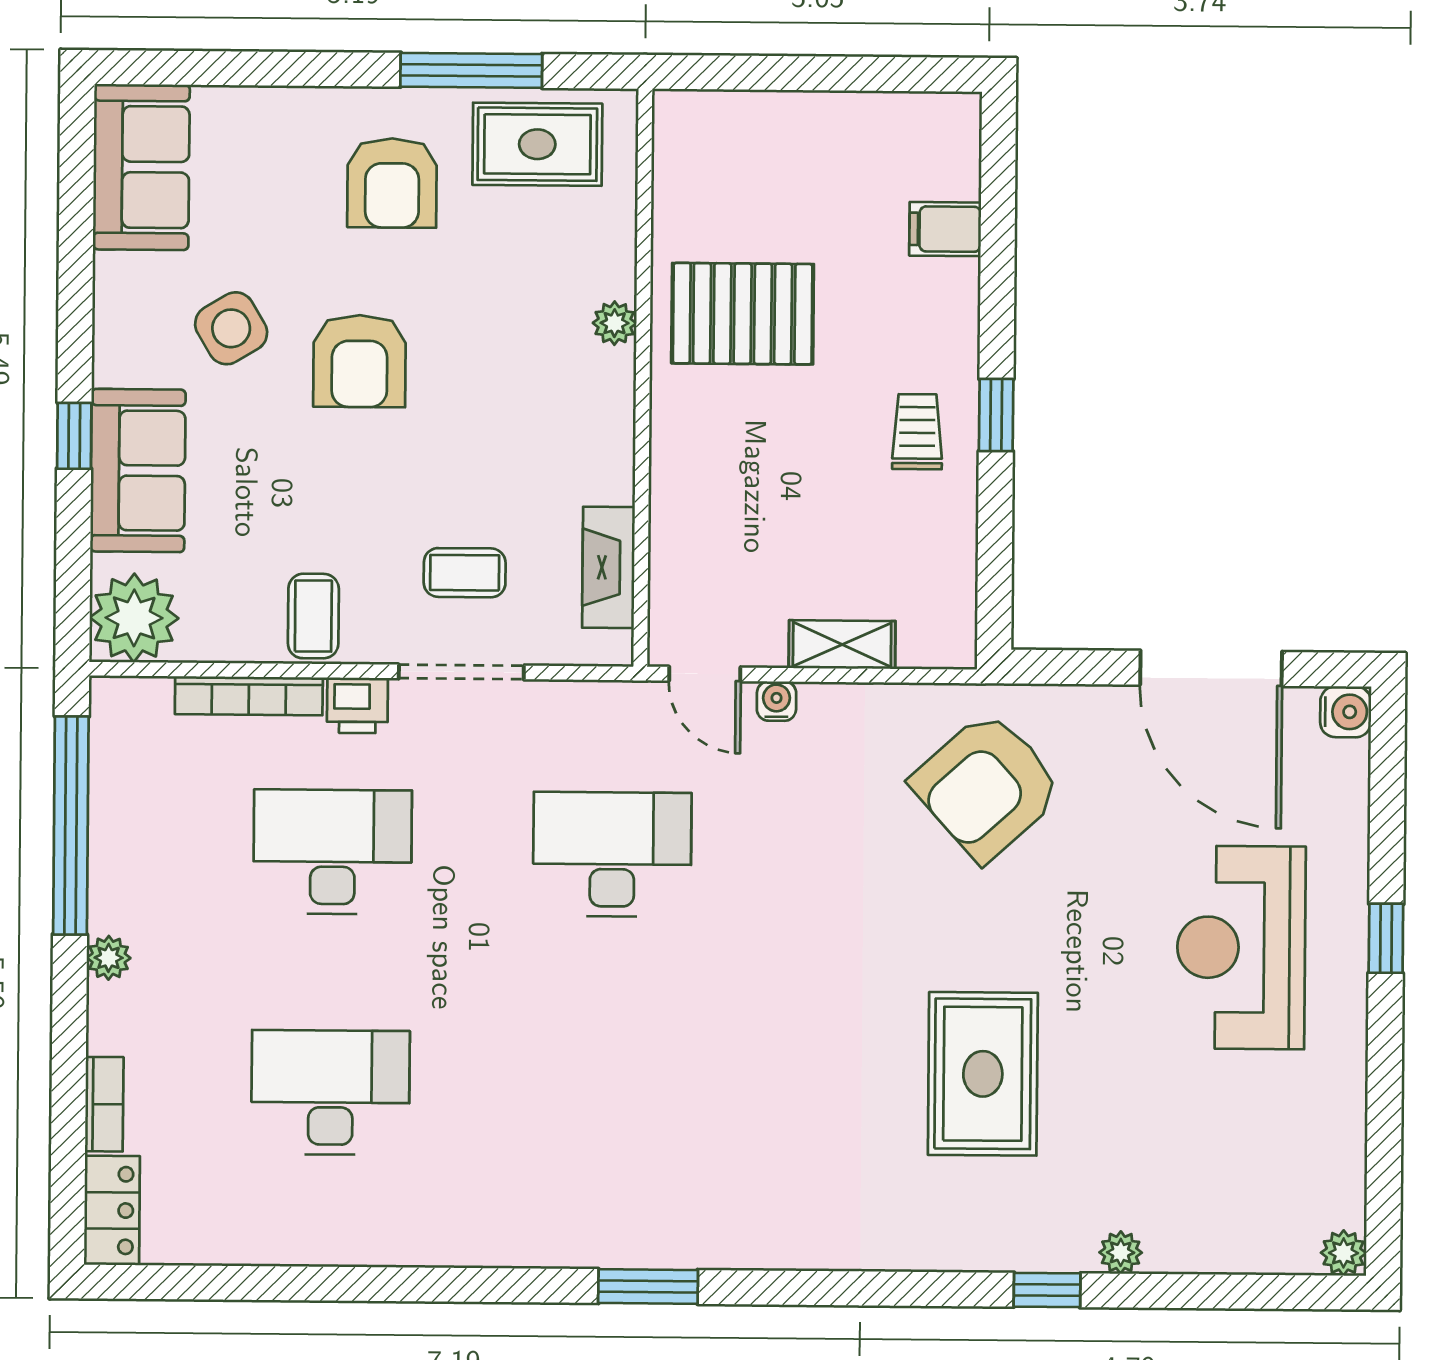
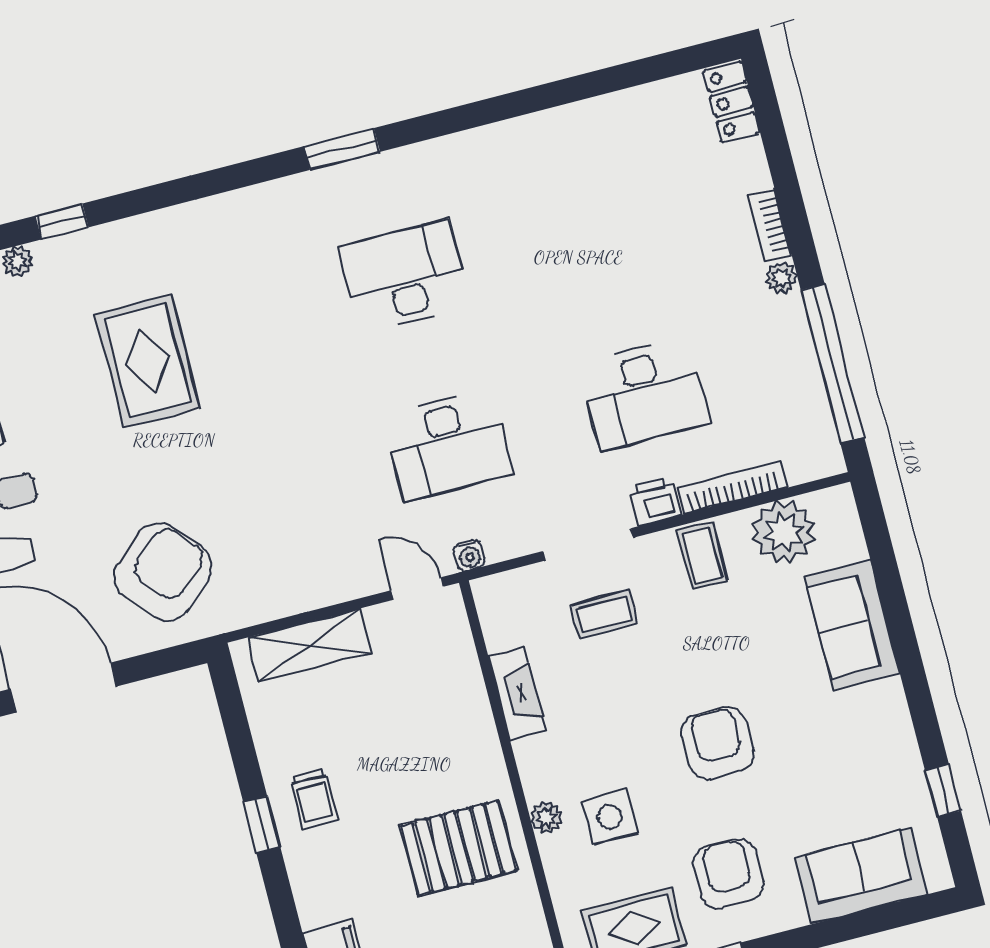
sofa: (141, 167) -> (861, 876), moved, turned 90
side table: (231, 328) -> (610, 817), moved, turned 31
window: (74, 436) -> (943, 791), moved
fireplace: (608, 567) -> (517, 694), moved
plant: (134, 618) -> (784, 532), moved
shelving: (842, 645) -> (309, 645), width x1.50, depth x1.33
water cooler: (776, 701) -> (469, 555), moved
armchair: (987, 786) -> (163, 572), moved
desk: (330, 1093) -> (405, 276), moved, turned 180
bookcase: (104, 1104) -> (770, 226), moved

